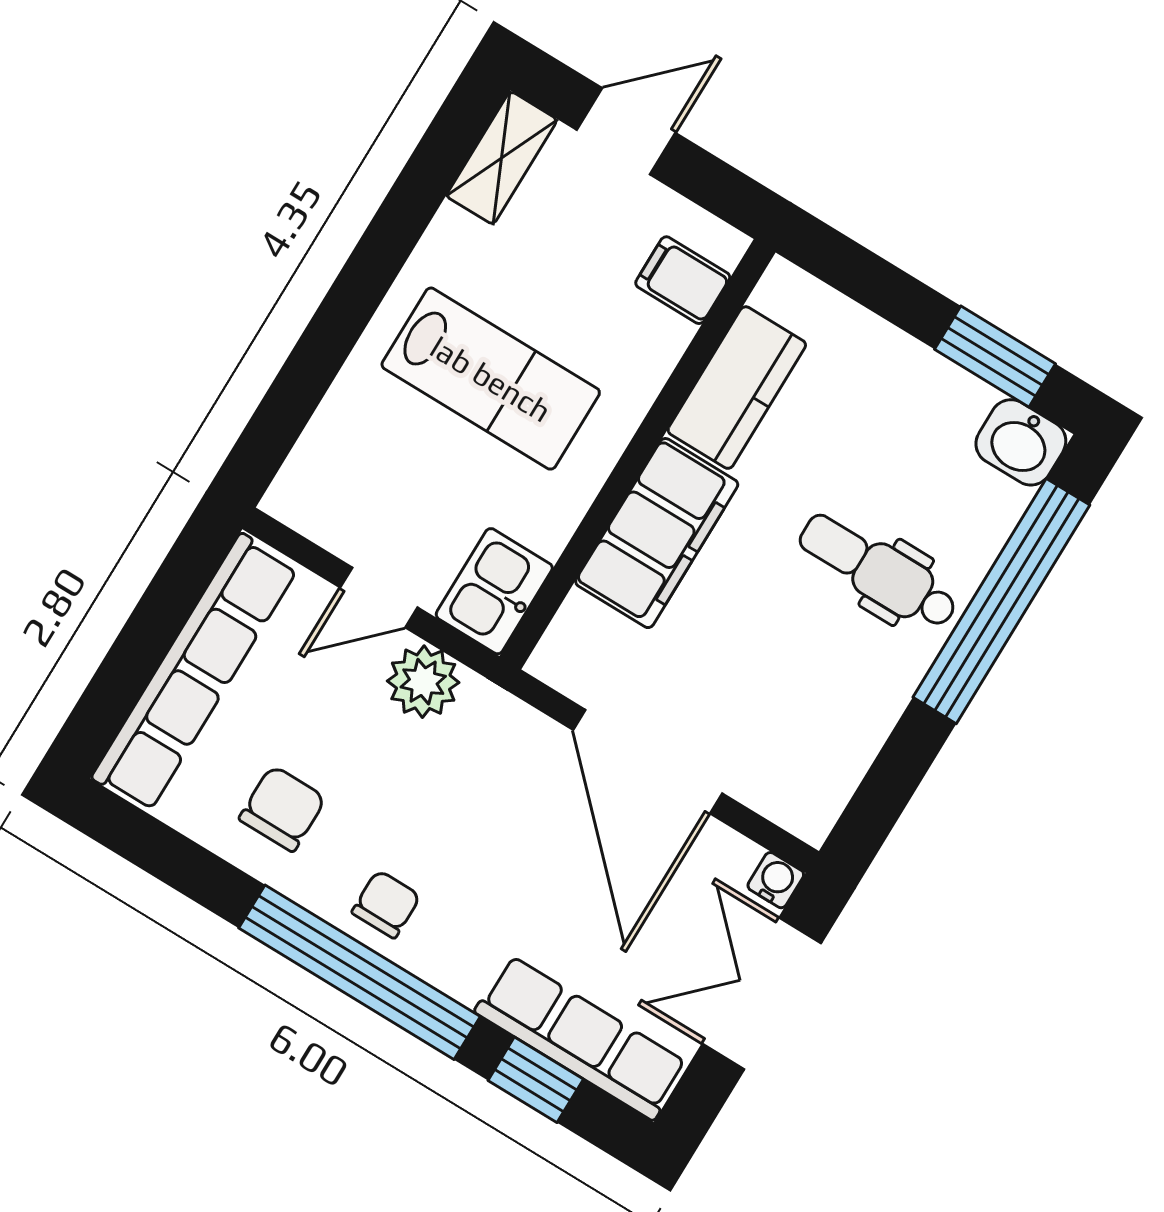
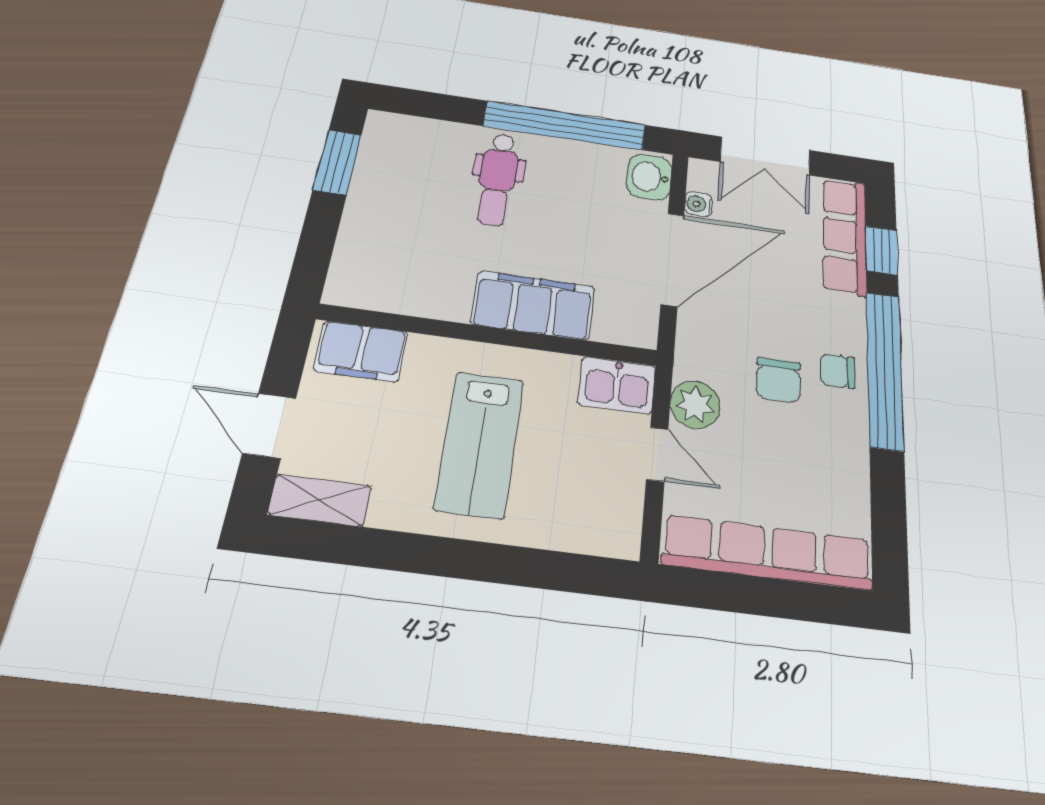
filing cabinet: (683, 280) -> (361, 351), width x2.00
lab bench: (491, 379) -> (480, 444), turned 180
kitchen counter: (737, 388) -> (419, 294), removed
washbasin: (1021, 442) -> (649, 177), moved, turned 180
window: (1001, 601) -> (565, 125), moved
chair: (282, 808) -> (778, 380), moved, turned -90
water cooler: (776, 880) -> (699, 204), moved

